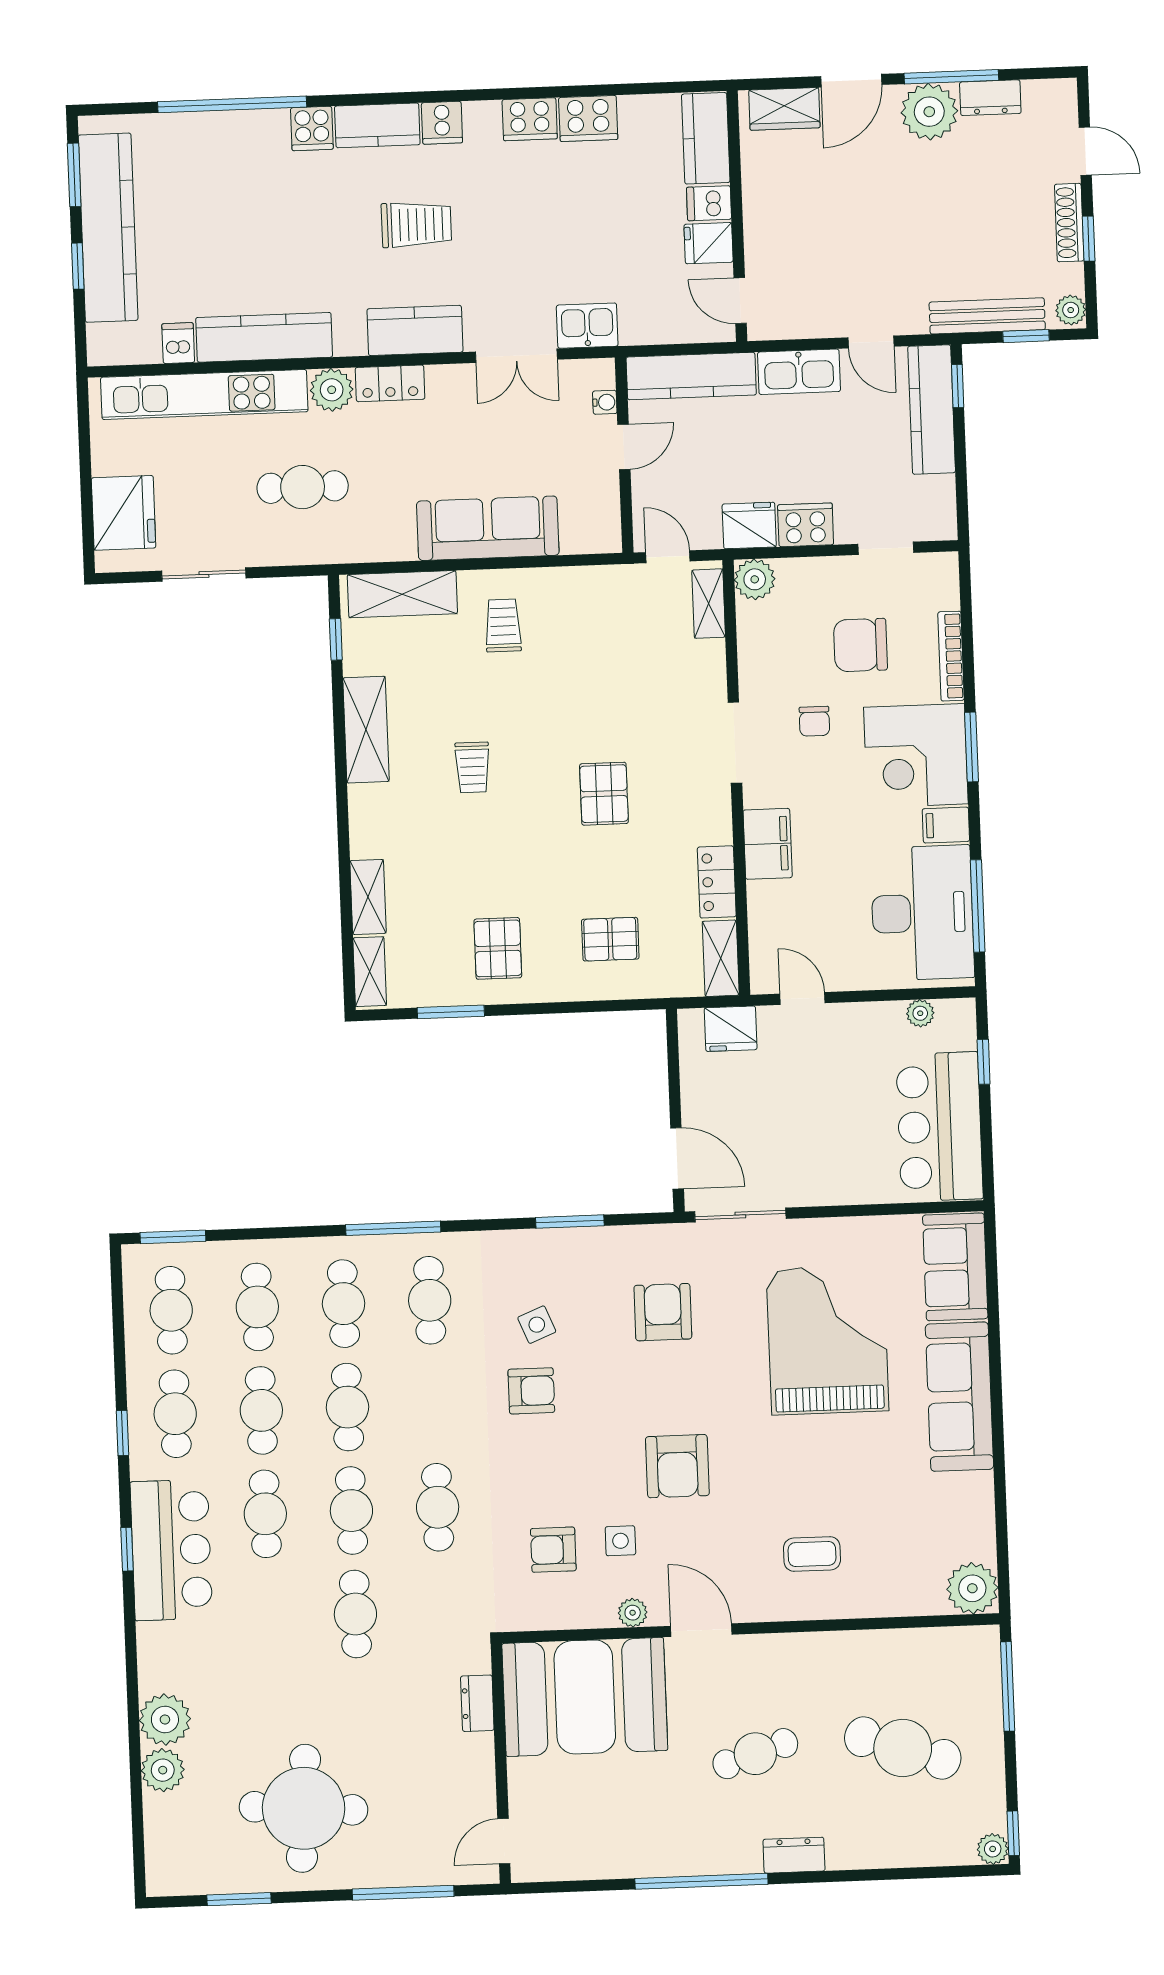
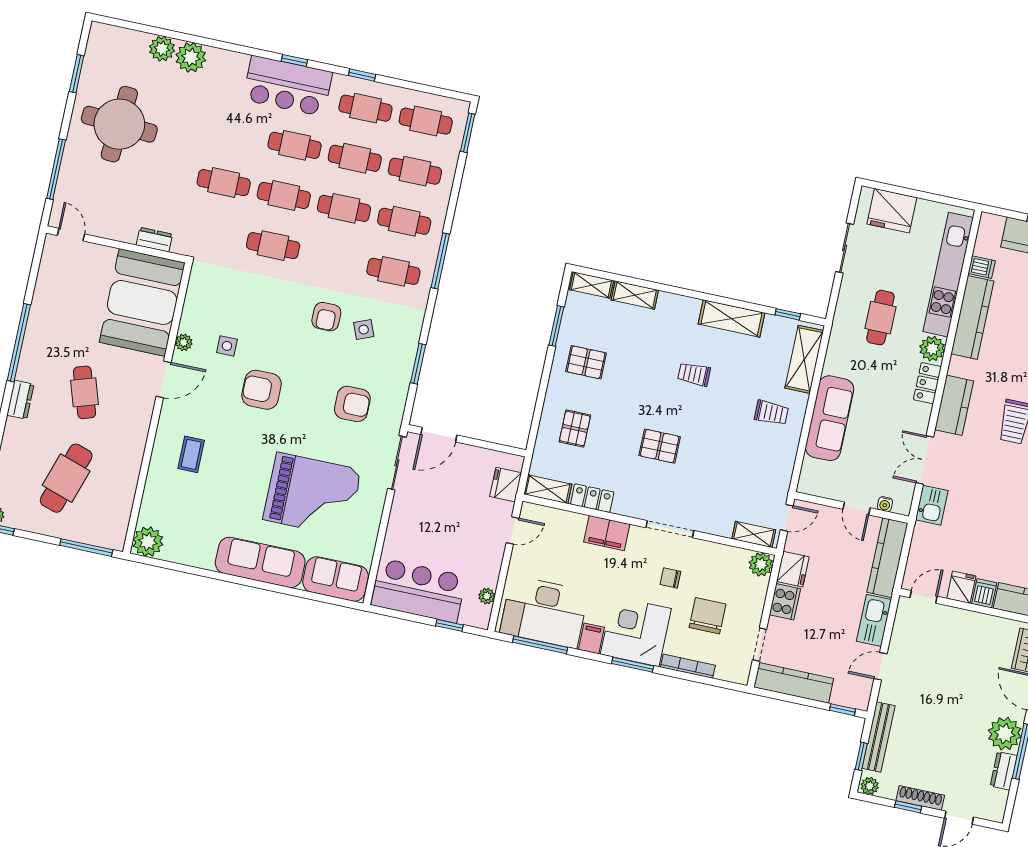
kitchen counter: (932, 409) -> (794, 683), moved
armchair: (553, 1550) -> (232, 306), removed

